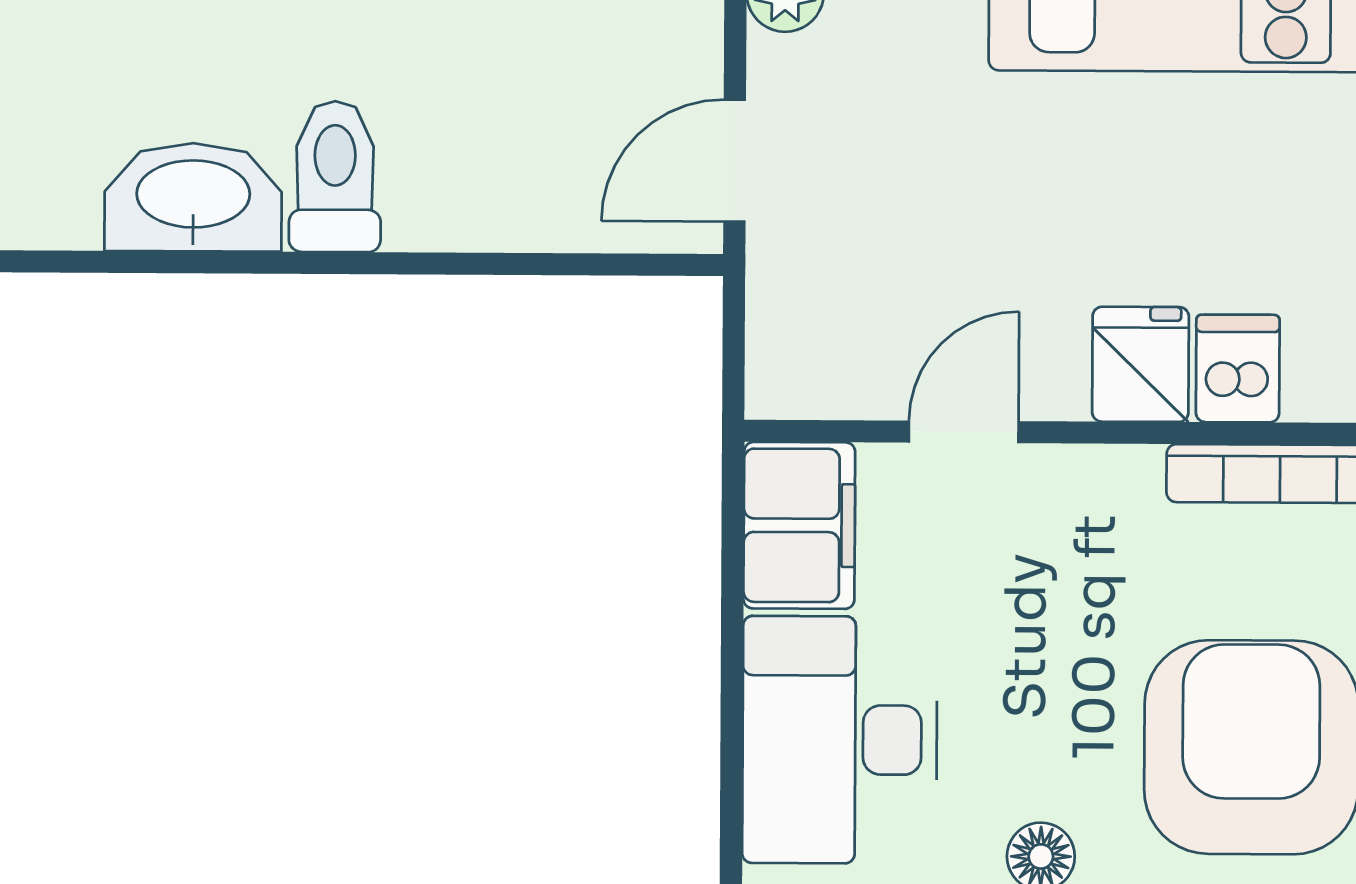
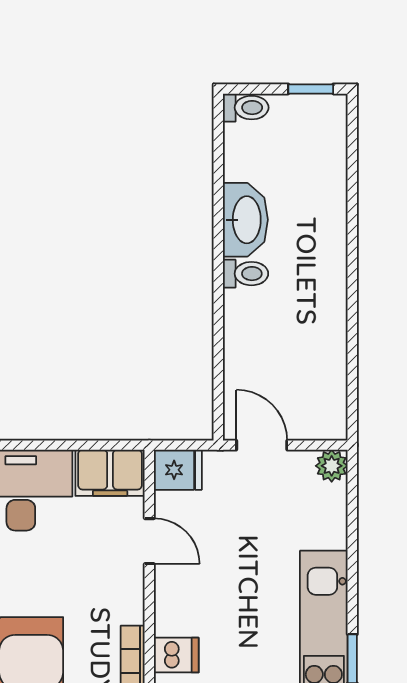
toilet: (335, 177) -> (246, 274), width x0.73, depth x0.72
fridge: (1141, 364) -> (178, 470), moved

